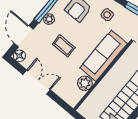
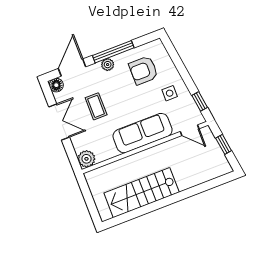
coffee table: (64, 46) -> (96, 106), moved
plant: (85, 83) -> (86, 159), moved

